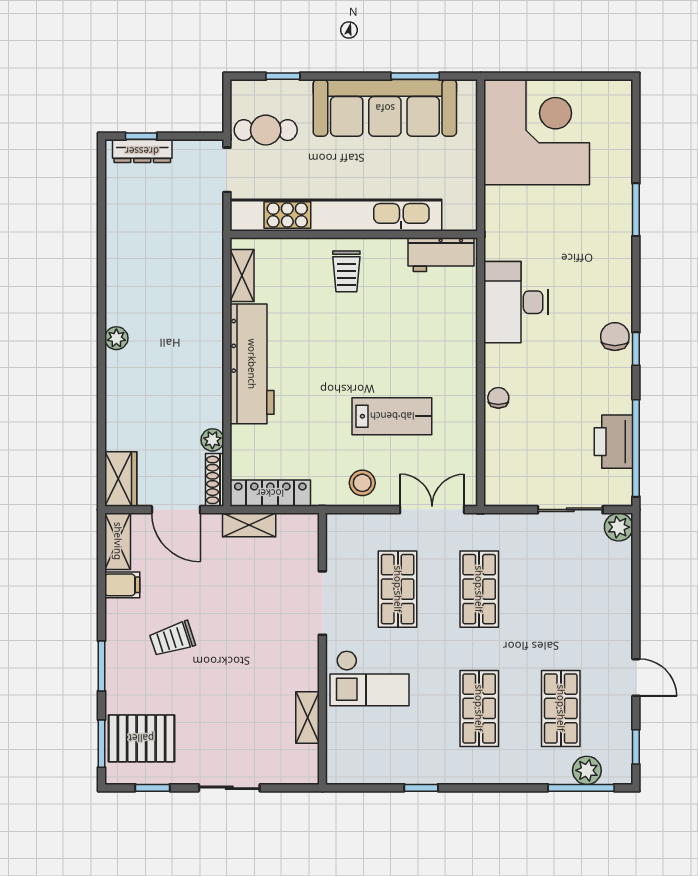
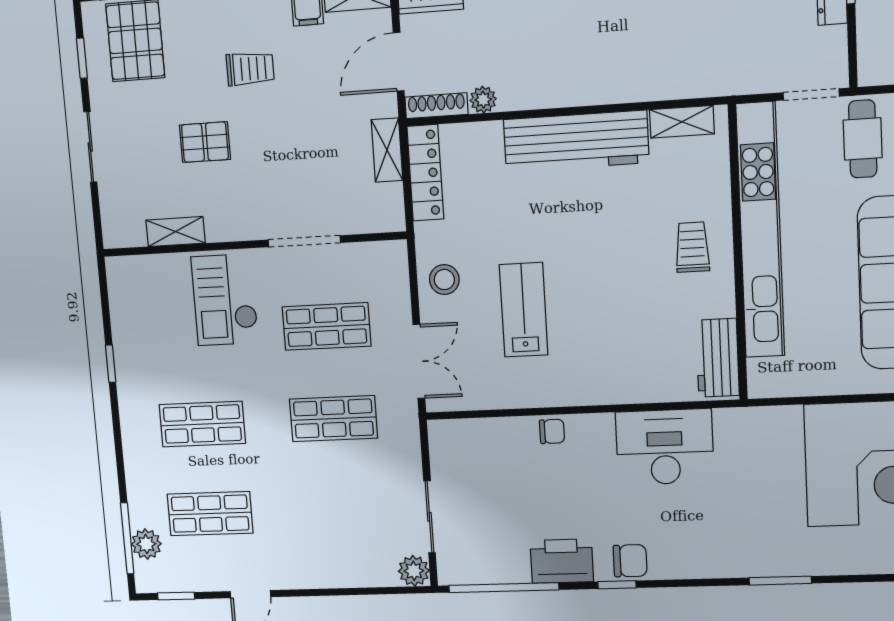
trolley: (346, 271) -> (692, 247), turned 90
lab bench: (392, 416) -> (524, 310), turned 180
printer: (613, 442) -> (562, 561), moved
trolley: (172, 639) -> (250, 69), turned 108
pallet: (232, 684) -> (205, 142), added

